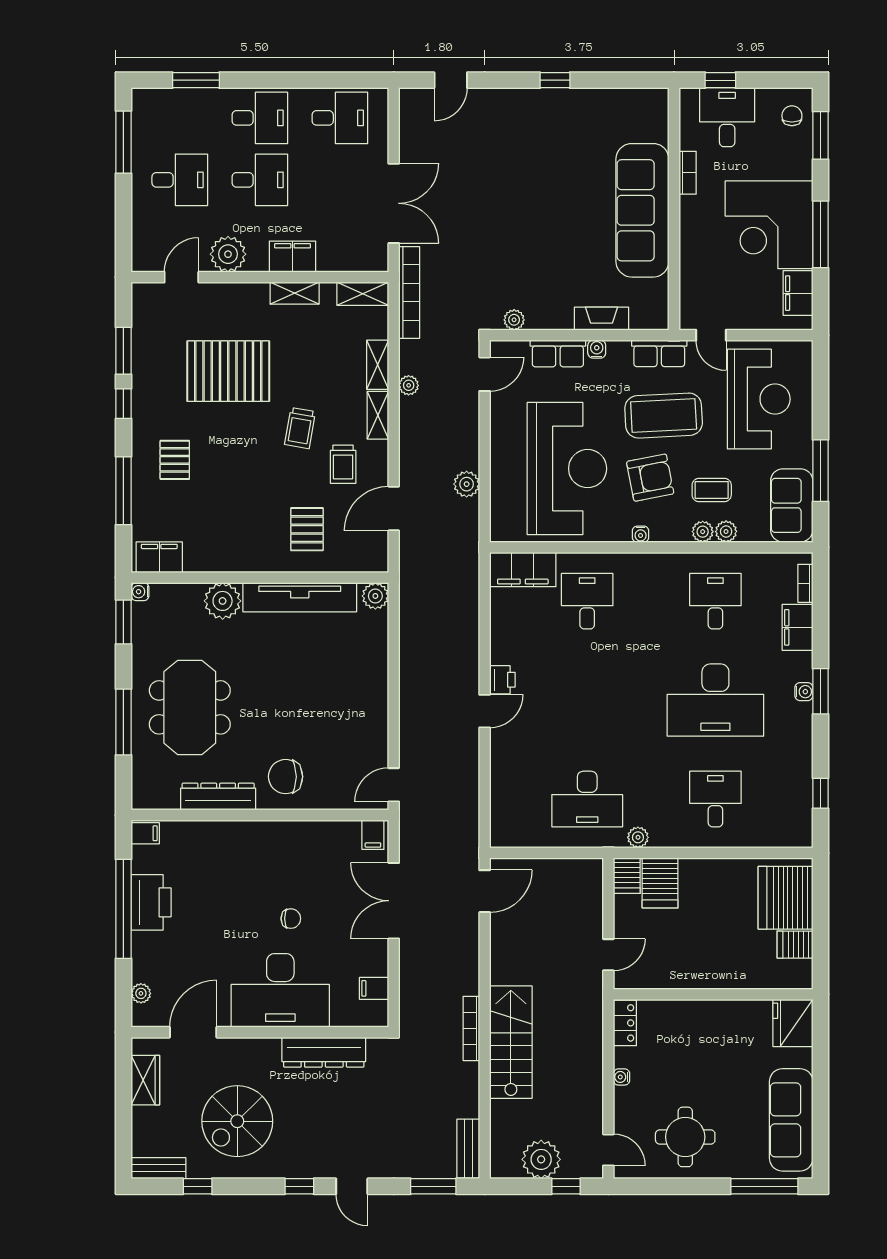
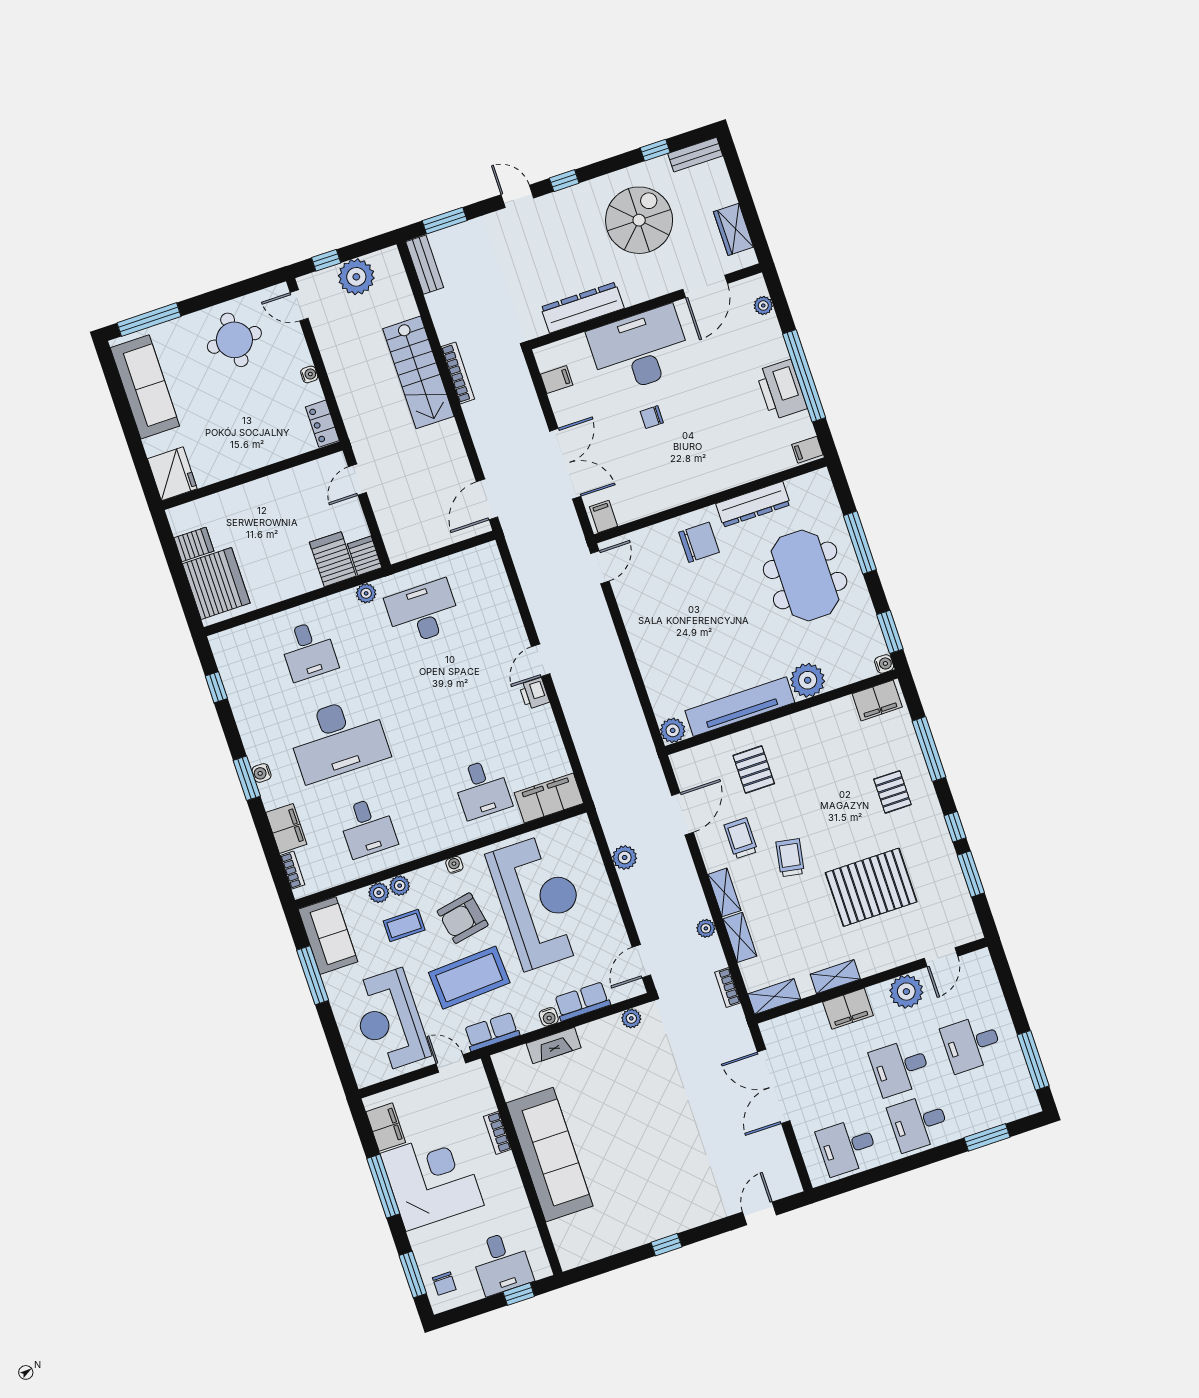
bookcase: (688, 173) -> (497, 1133), moved
bookcase: (409, 292) -> (728, 987), width x0.43, depth x0.76
reception desk: (567, 469) -> (540, 901), turned 180
desk: (715, 700) -> (338, 739), turned 180

